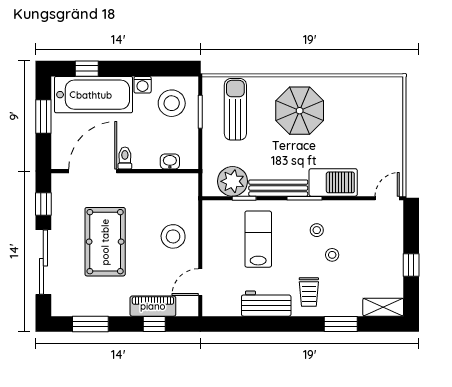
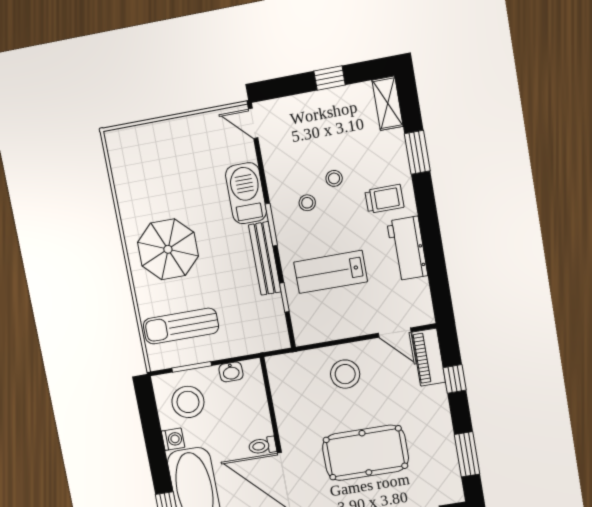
washbasin: (170, 162) -> (231, 372), moved, turned -90
plant: (233, 181) -> (267, 315), removed
piano: (153, 306) -> (429, 357), moved

